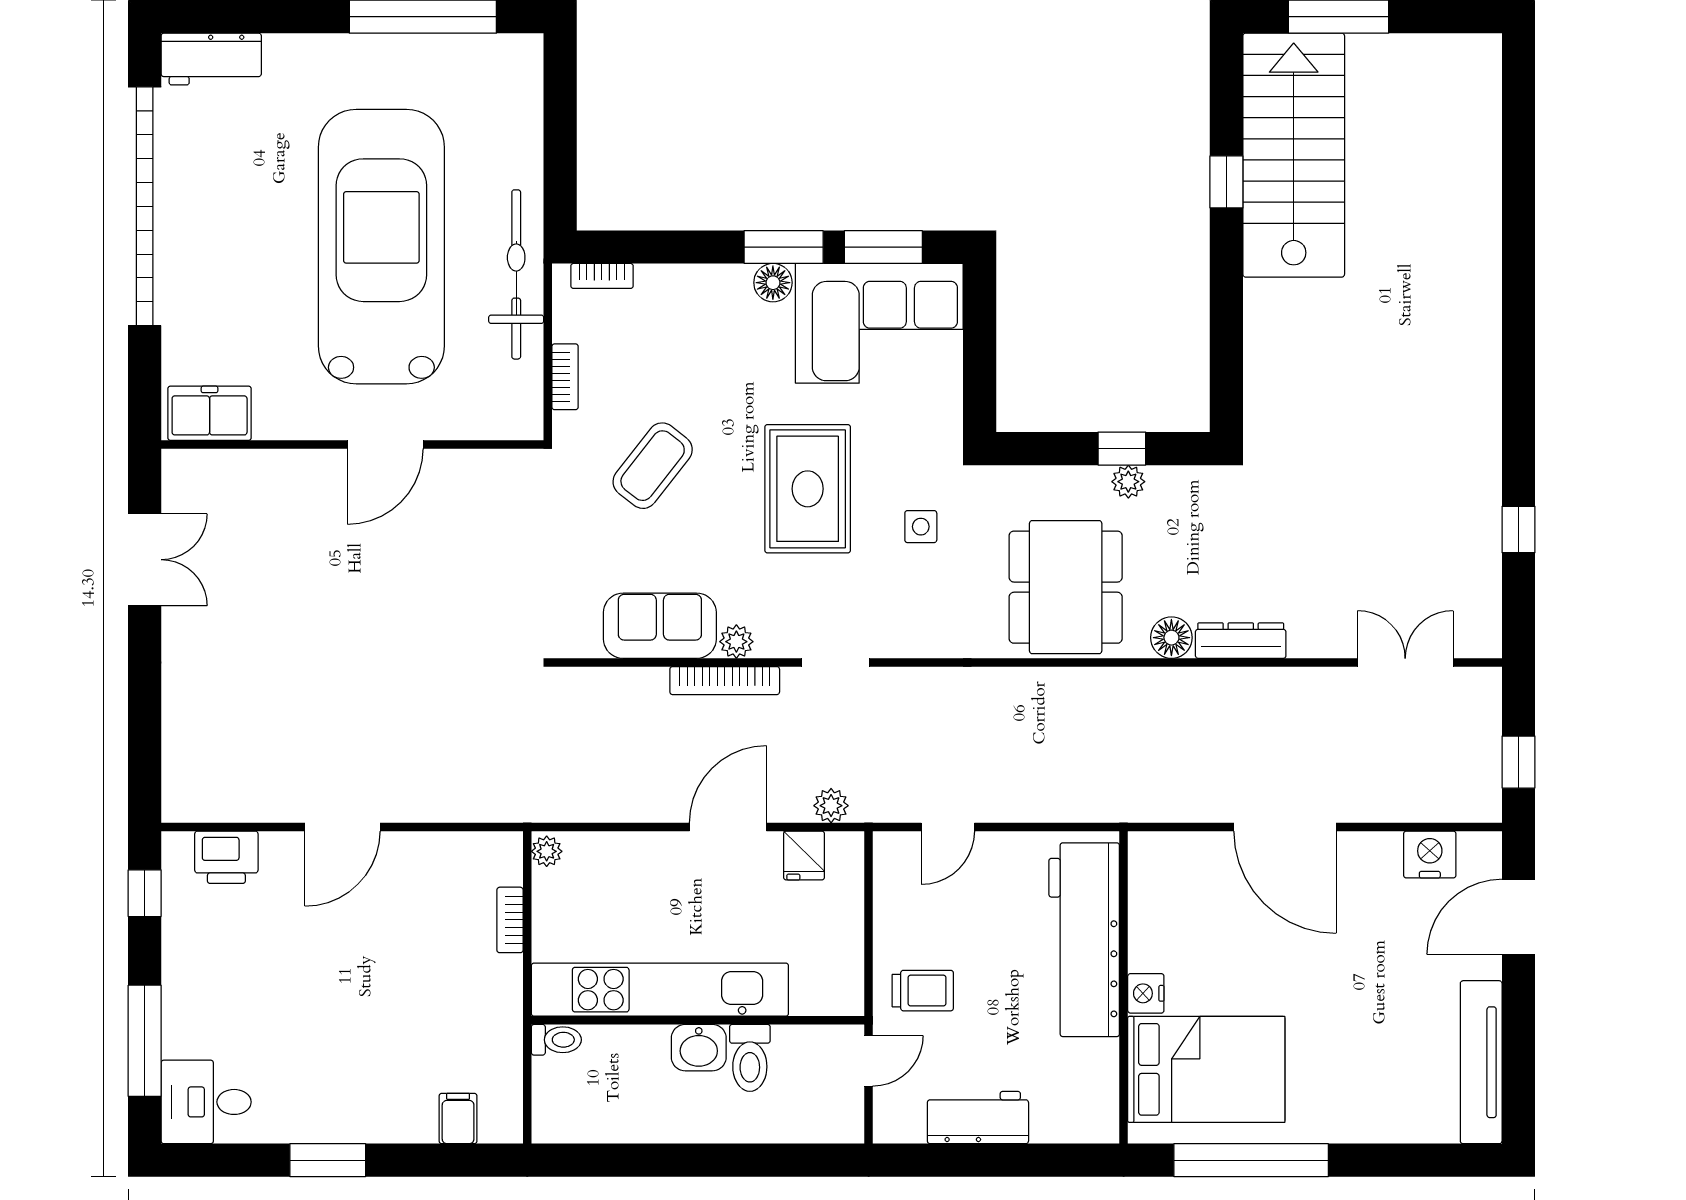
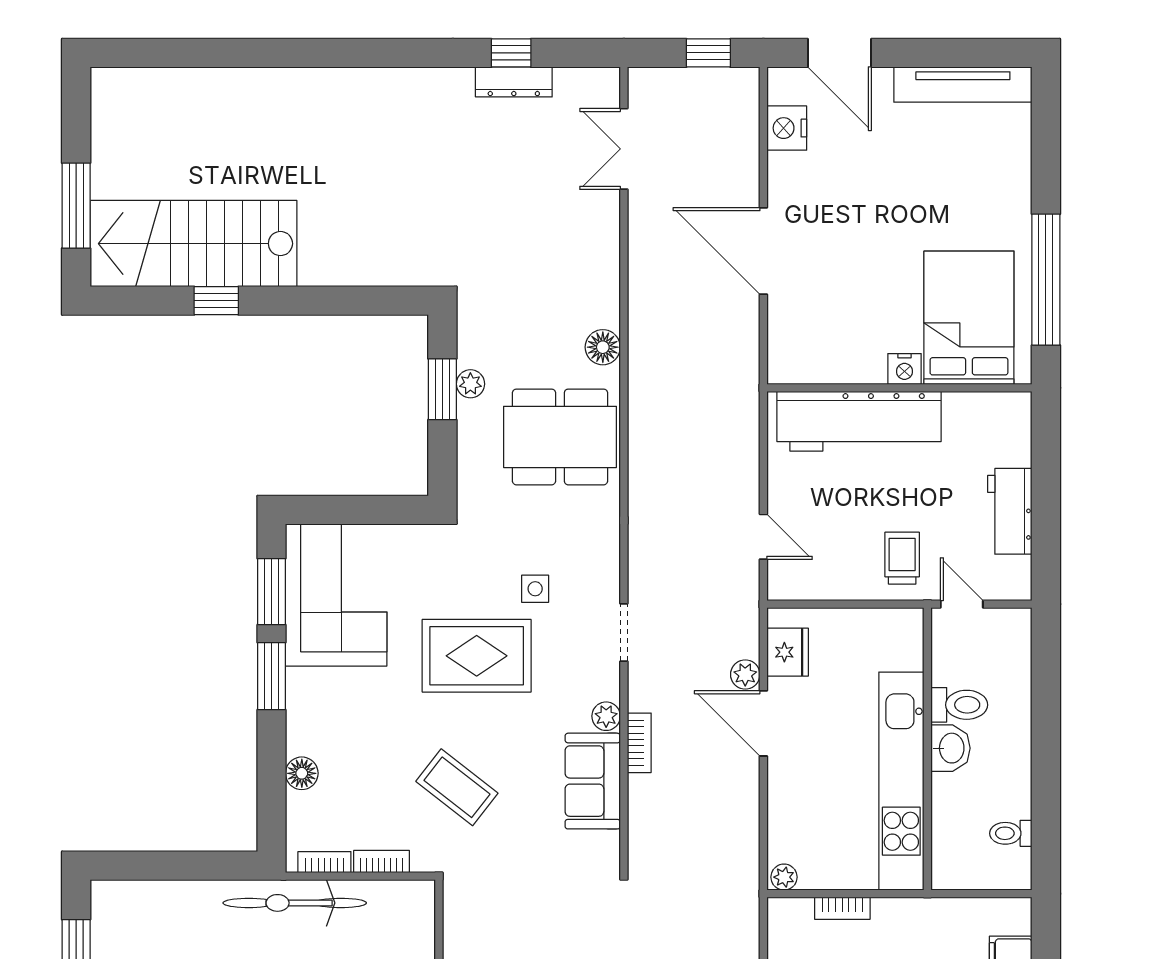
bookcase: (602, 276) -> (324, 862), moved, turned -90
floor lamp: (773, 283) -> (302, 773), moved
window: (1122, 449) -> (442, 389), width x1.50
side table: (921, 527) -> (535, 589), moved
dresser: (1241, 641) -> (514, 82), moved, turned -90
bookcase: (725, 681) -> (639, 743), width x0.64
plant: (831, 806) -> (745, 674), moved
door: (1285, 827) -> (763, 251), swing flipped
fridge: (804, 856) -> (788, 652), width x1.38
toilet: (556, 1040) -> (1011, 833), moved, turned -90

